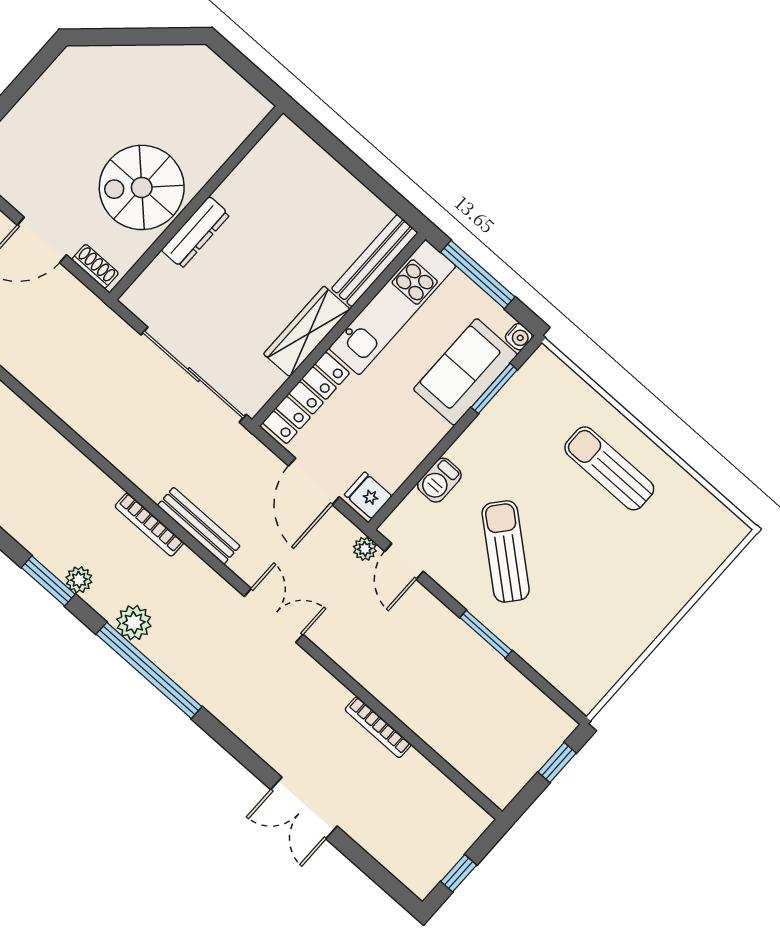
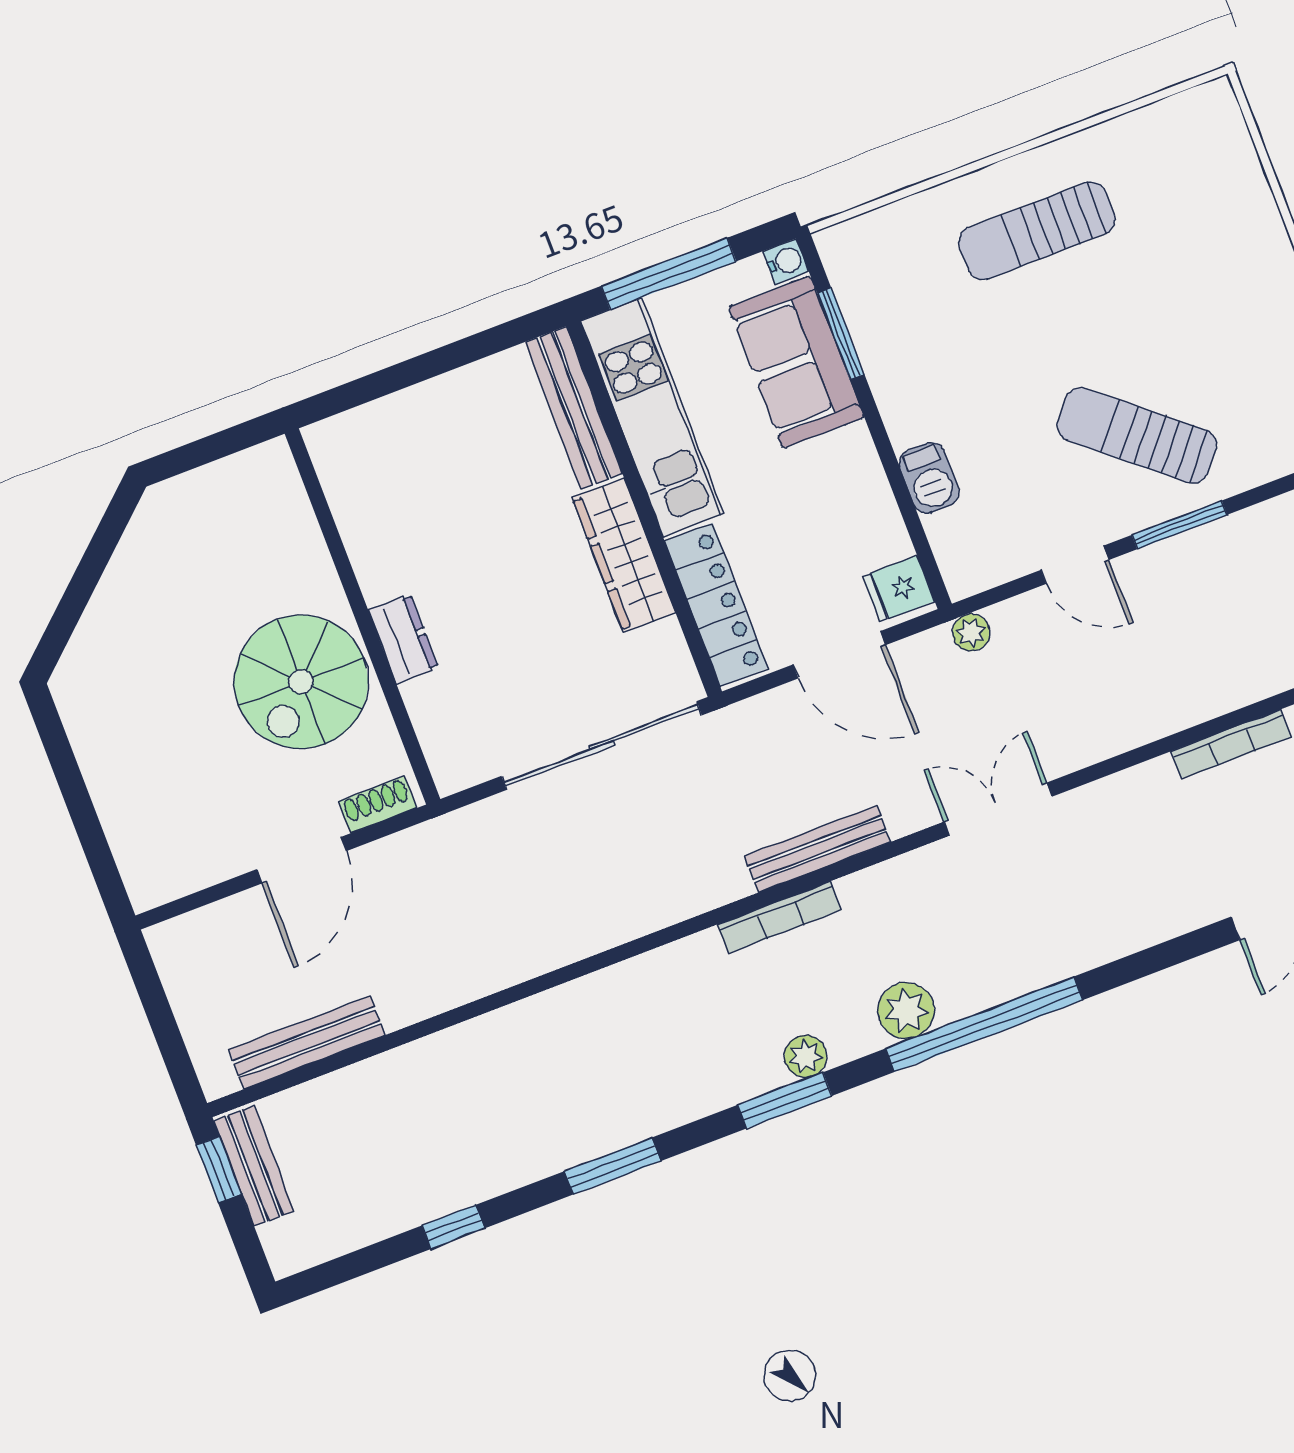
dresser: (196, 232) -> (403, 639), width x0.70
sun lounger: (506, 551) -> (1137, 435), moved
door: (404, 561) -> (1075, 565), moved

